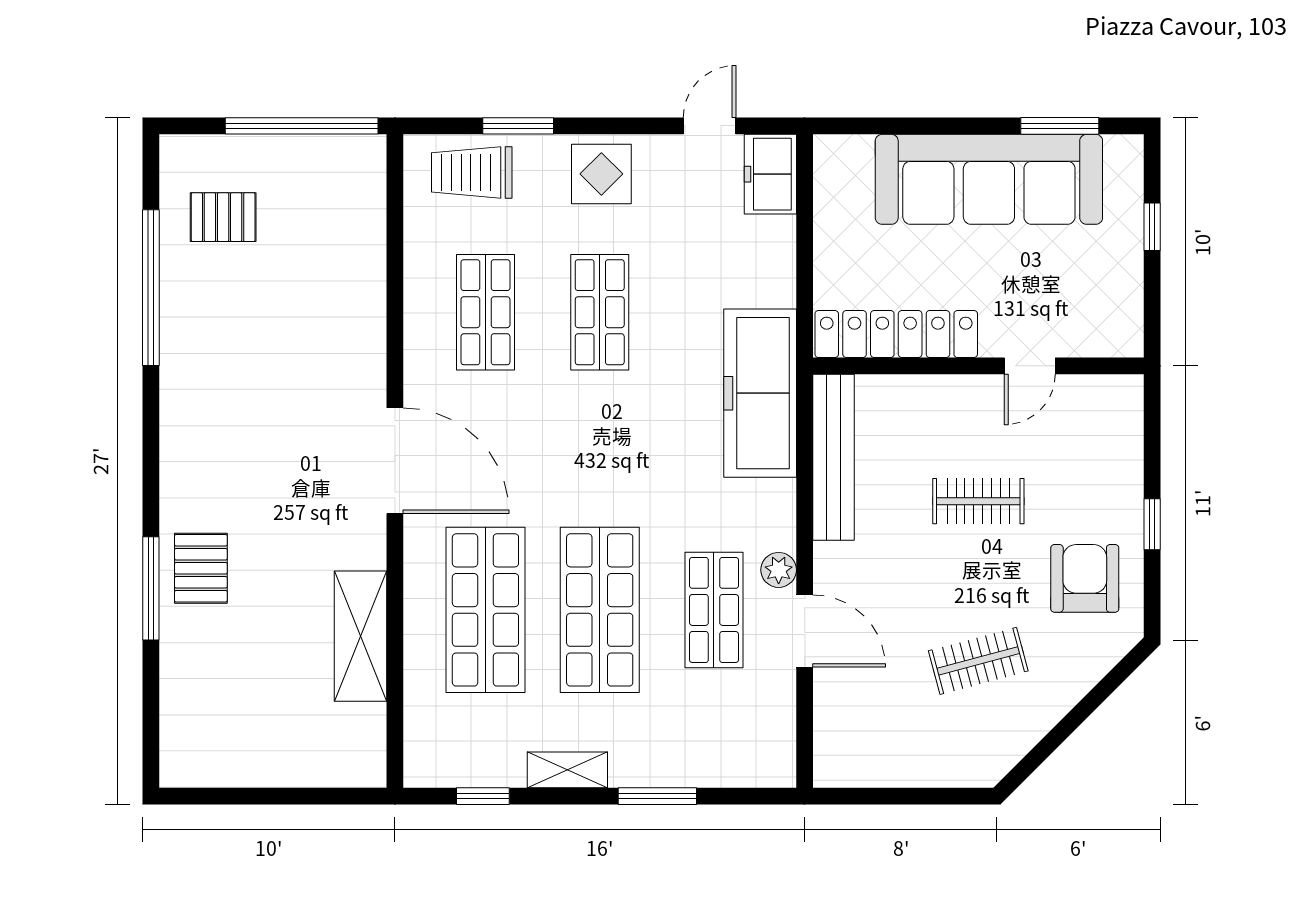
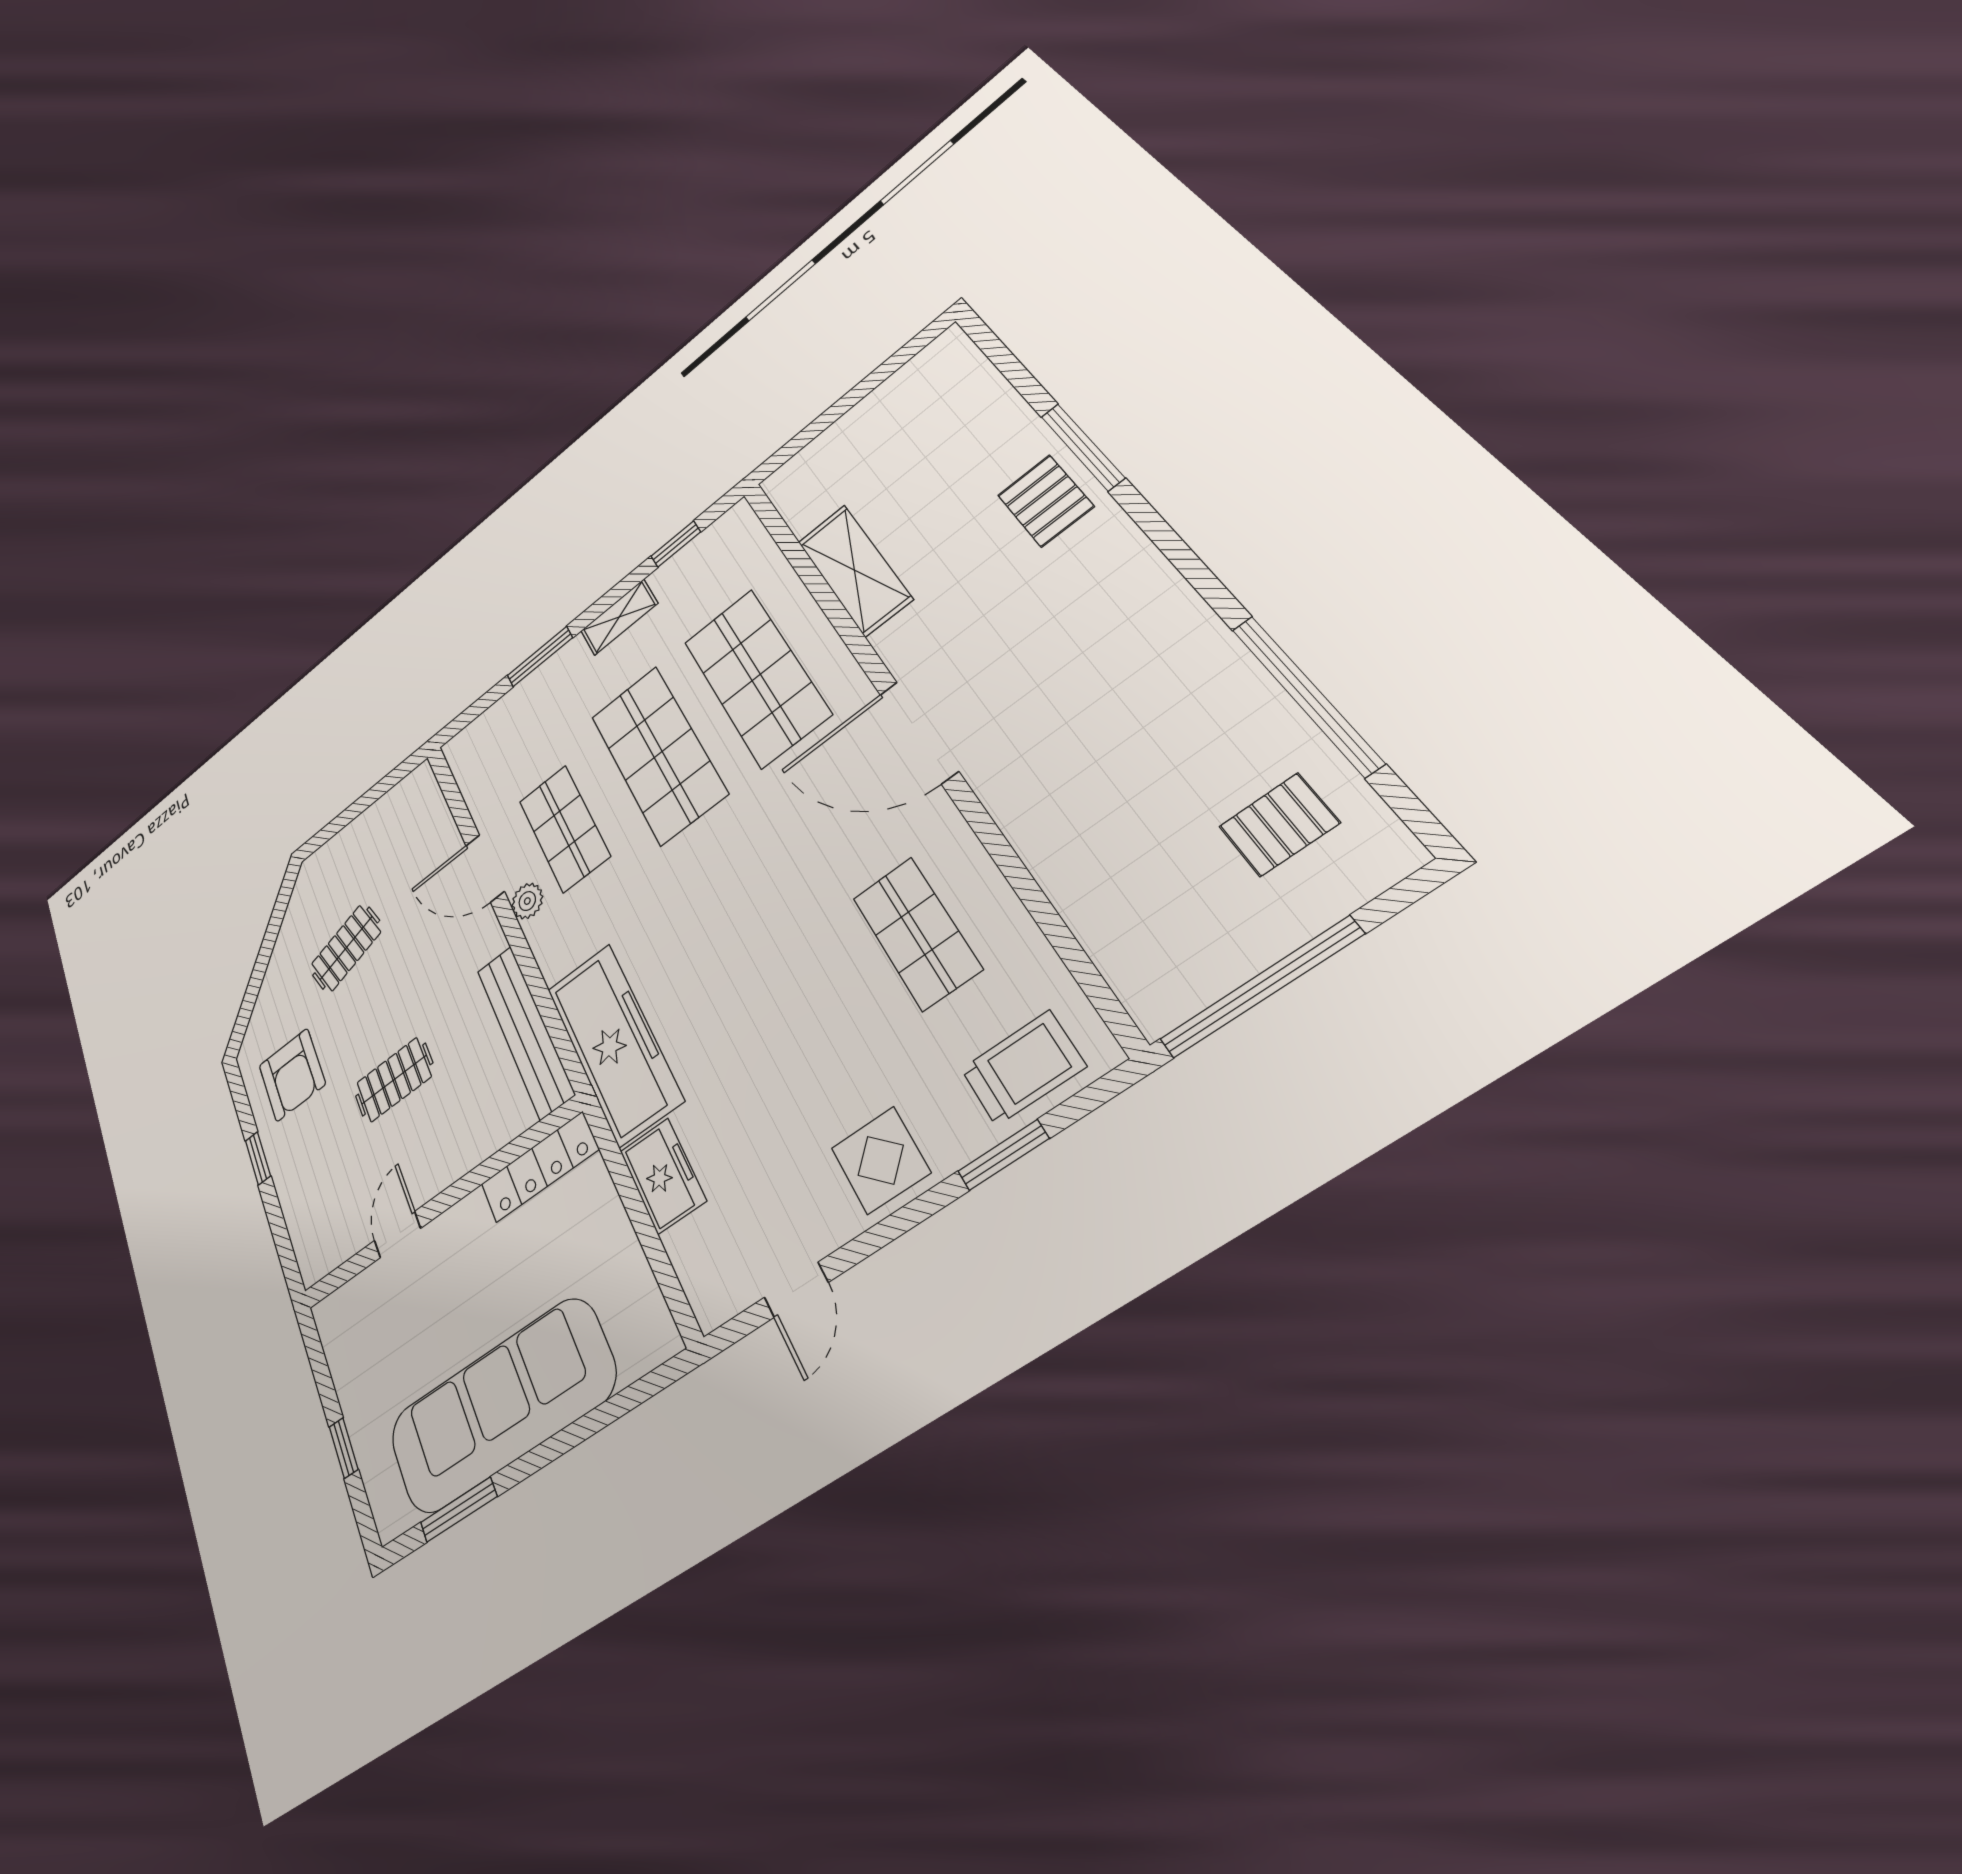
freezer: (770, 174) -> (663, 1176), moved
shop shelf: (600, 312) -> (802, 1014), removed
locker: (896, 334) -> (540, 1167), width x0.71, depth x0.83

